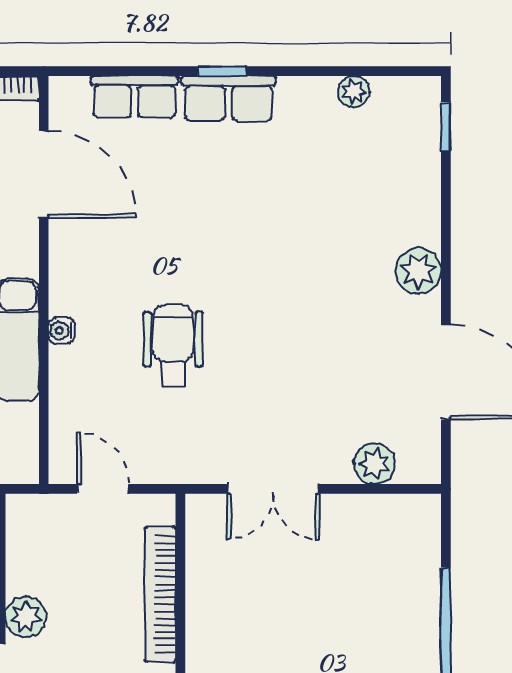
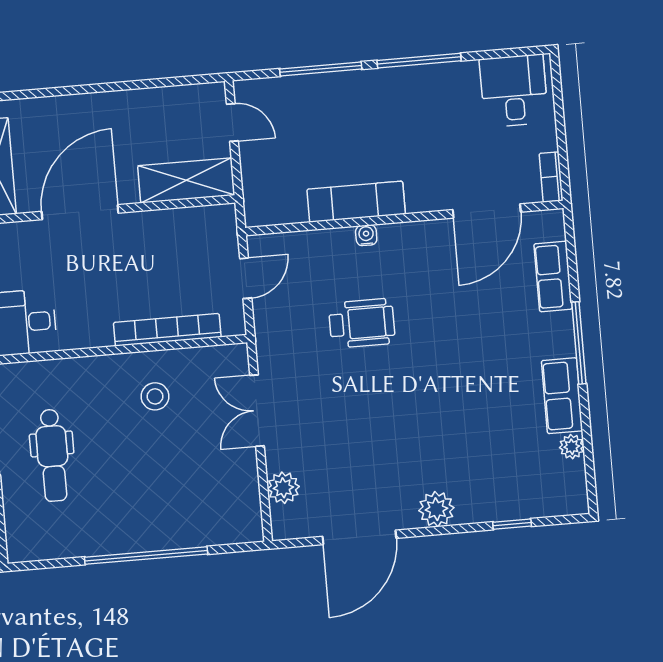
window: (222, 71) -> (579, 343), width x2.17
row of seats: (229, 98) -> (562, 396), moved
window: (446, 127) -> (512, 524), moved
plant: (26, 617) -> (141, 226), removed
stool: (244, 617) -> (155, 396), added

